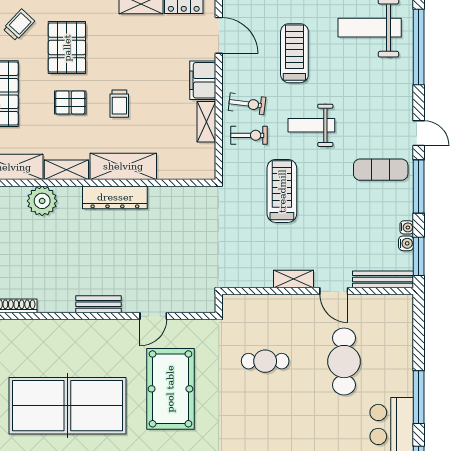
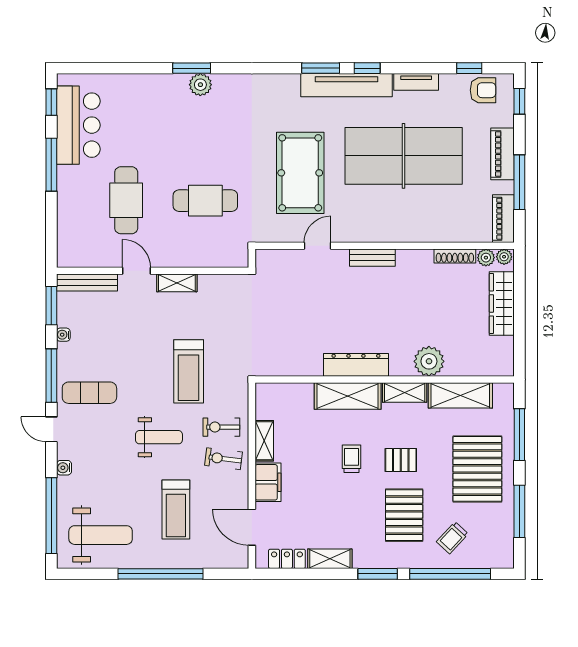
water cooler: (406, 243) -> (64, 468), moved
cafe table: (265, 361) -> (205, 201), width x1.37, depth x1.35

